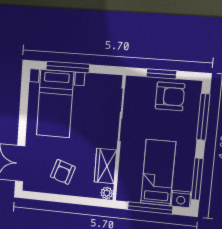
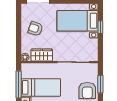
window: (68, 67) -> (100, 27), width x0.46

